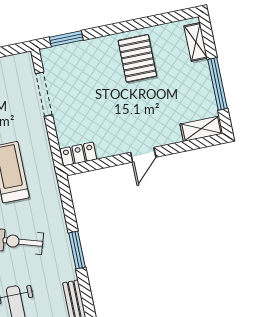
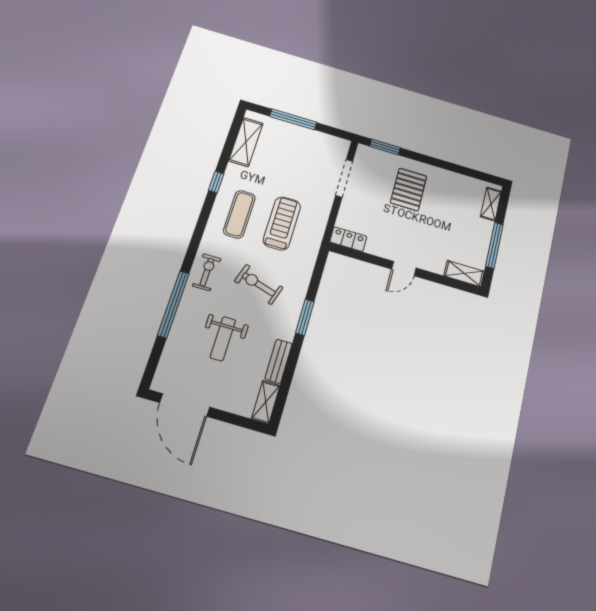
pallet: (137, 58) -> (409, 189), moved

